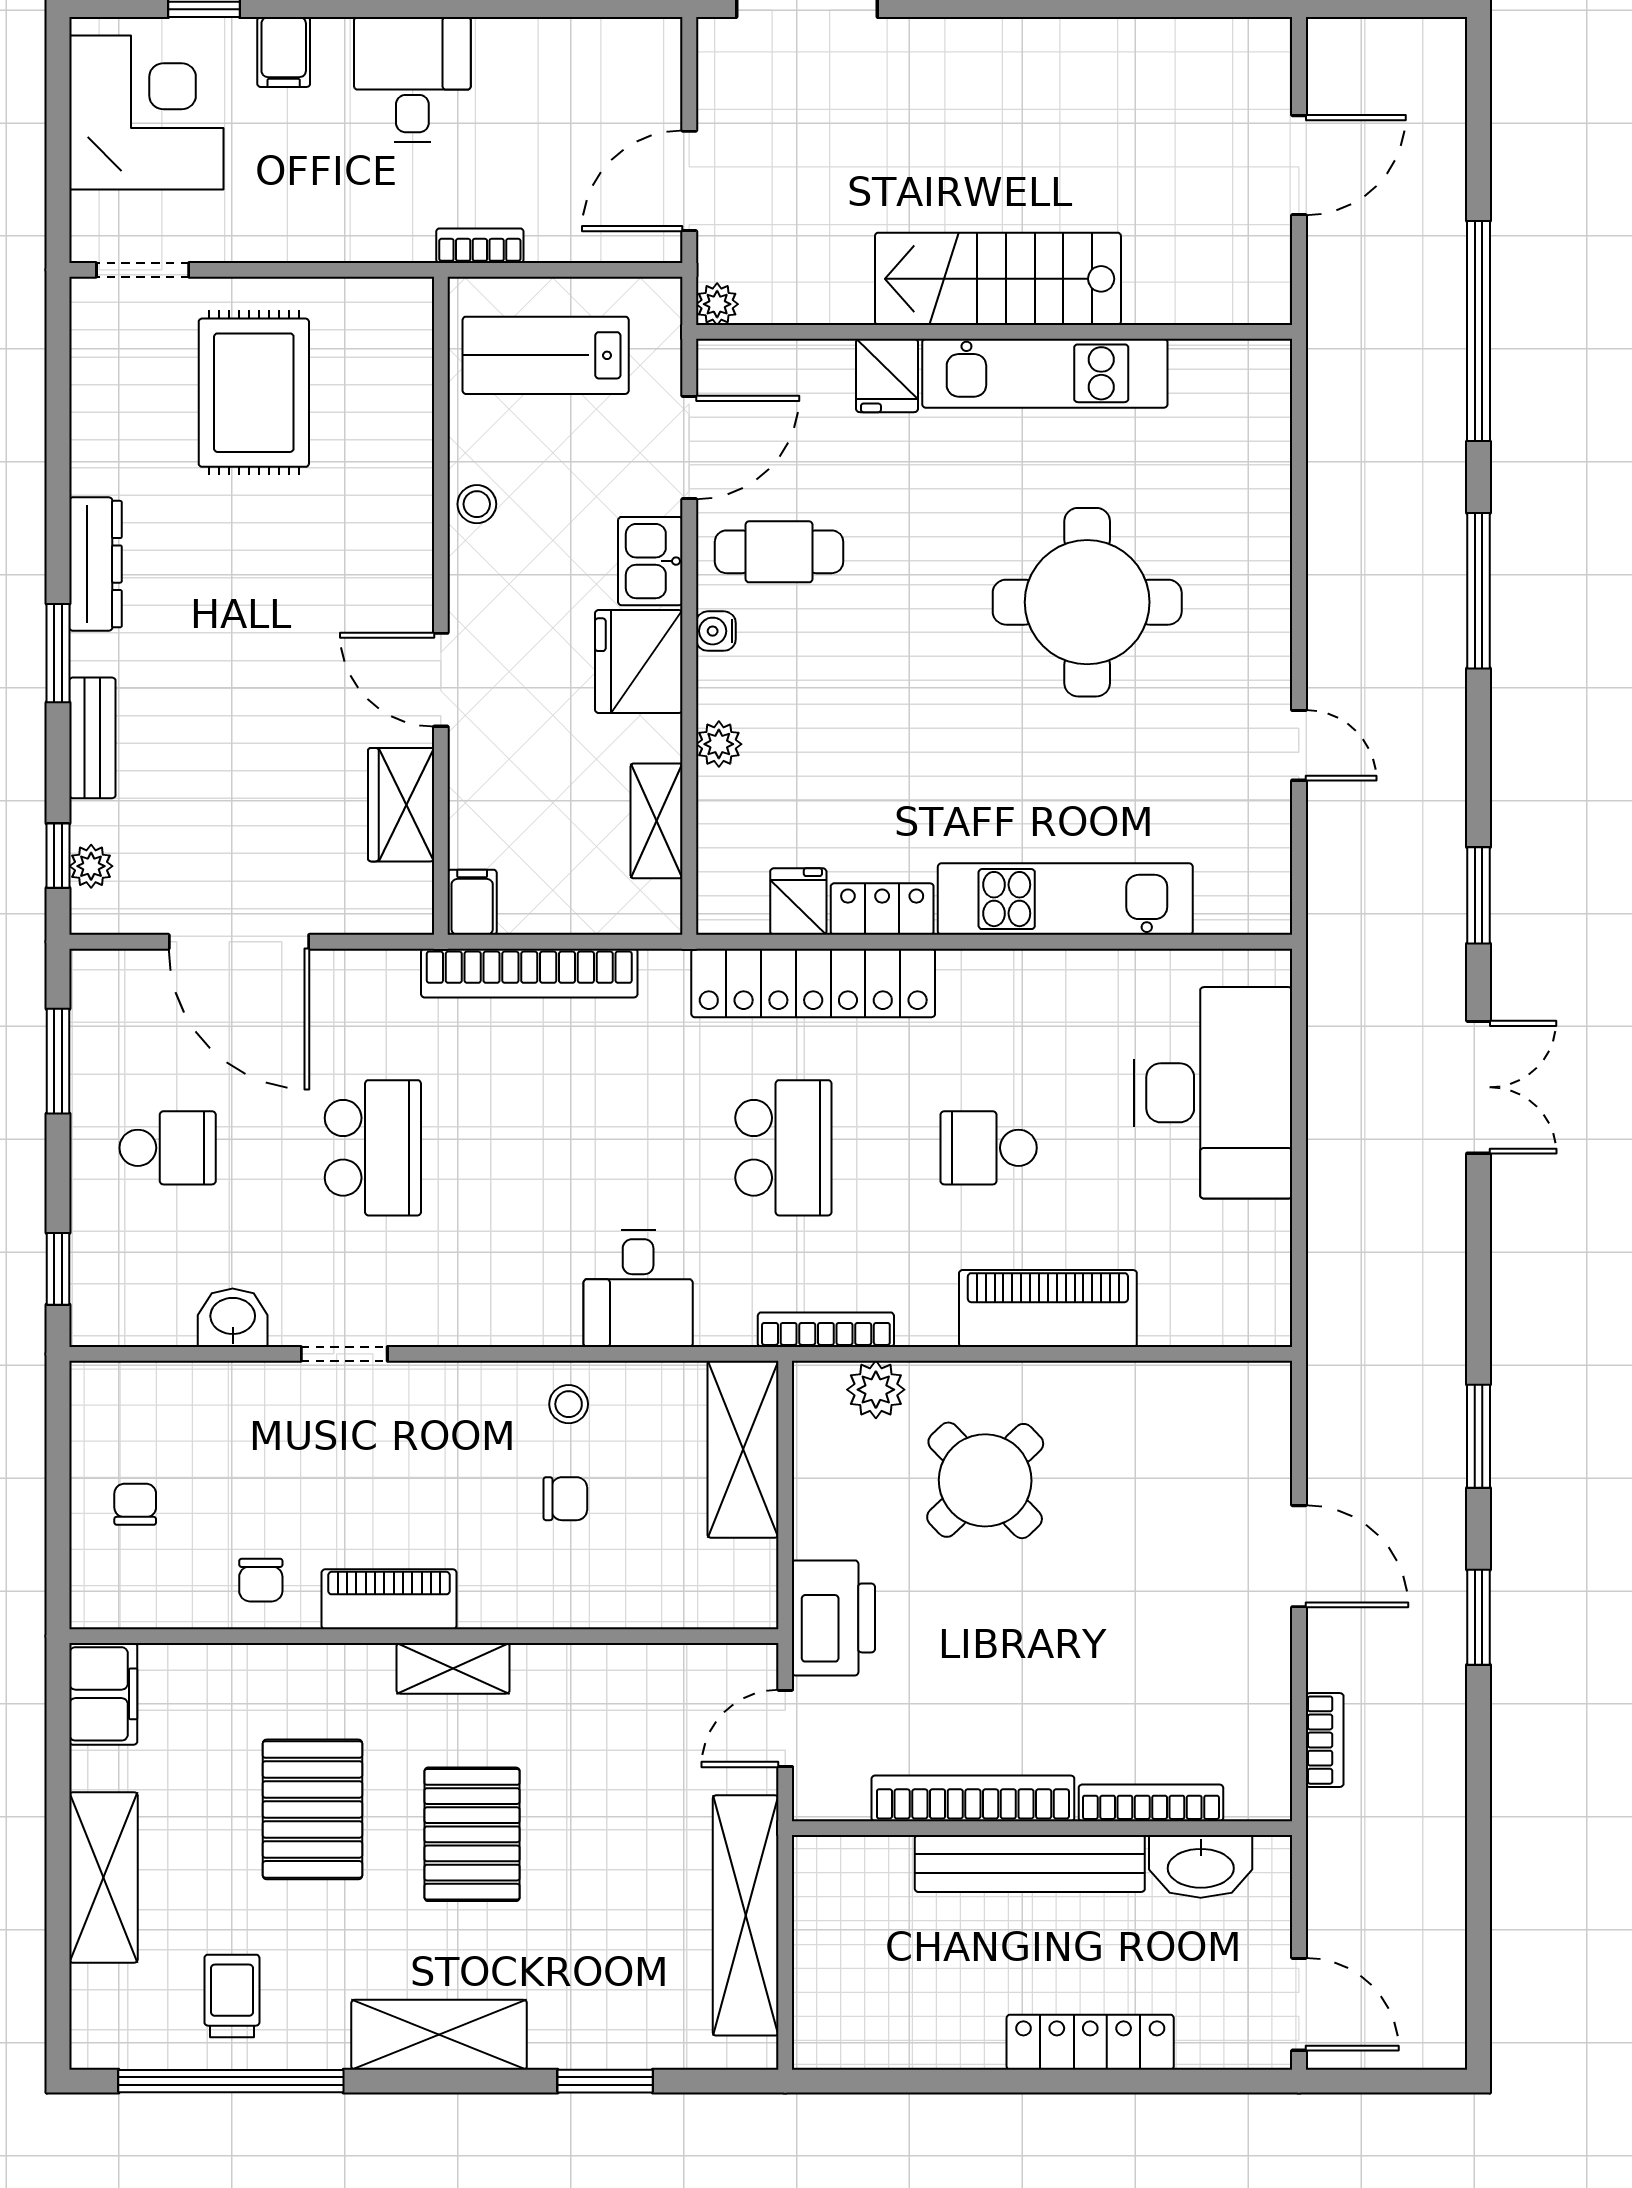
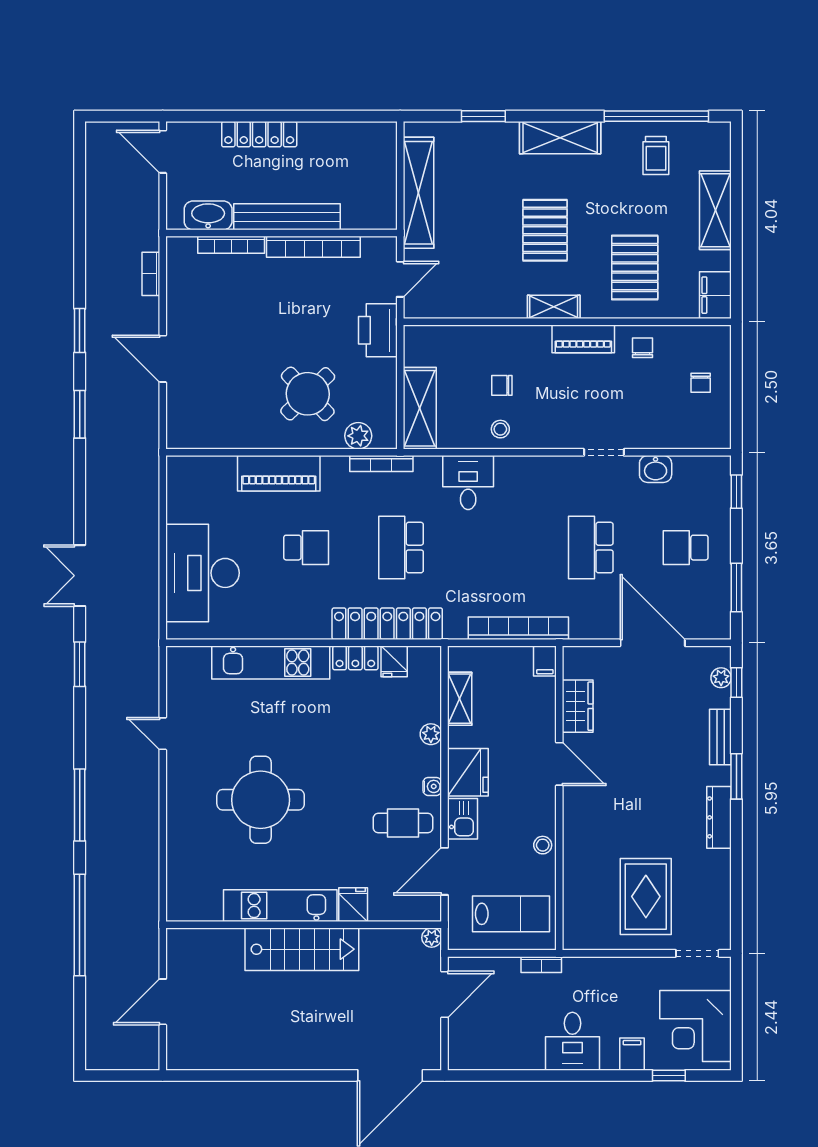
pallet: (312, 1809) -> (635, 267), moved

